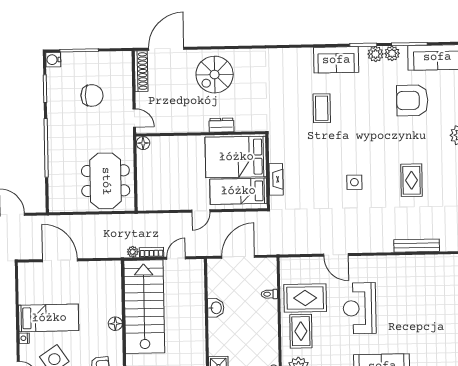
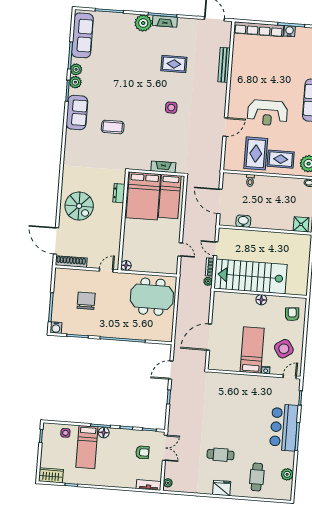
armchair: (412, 100) -> (113, 58), removed
dresser: (222, 125) -> (119, 193), moved
door: (201, 211) -> (180, 249), moved
washbasin: (216, 308) -> (243, 221), moved

